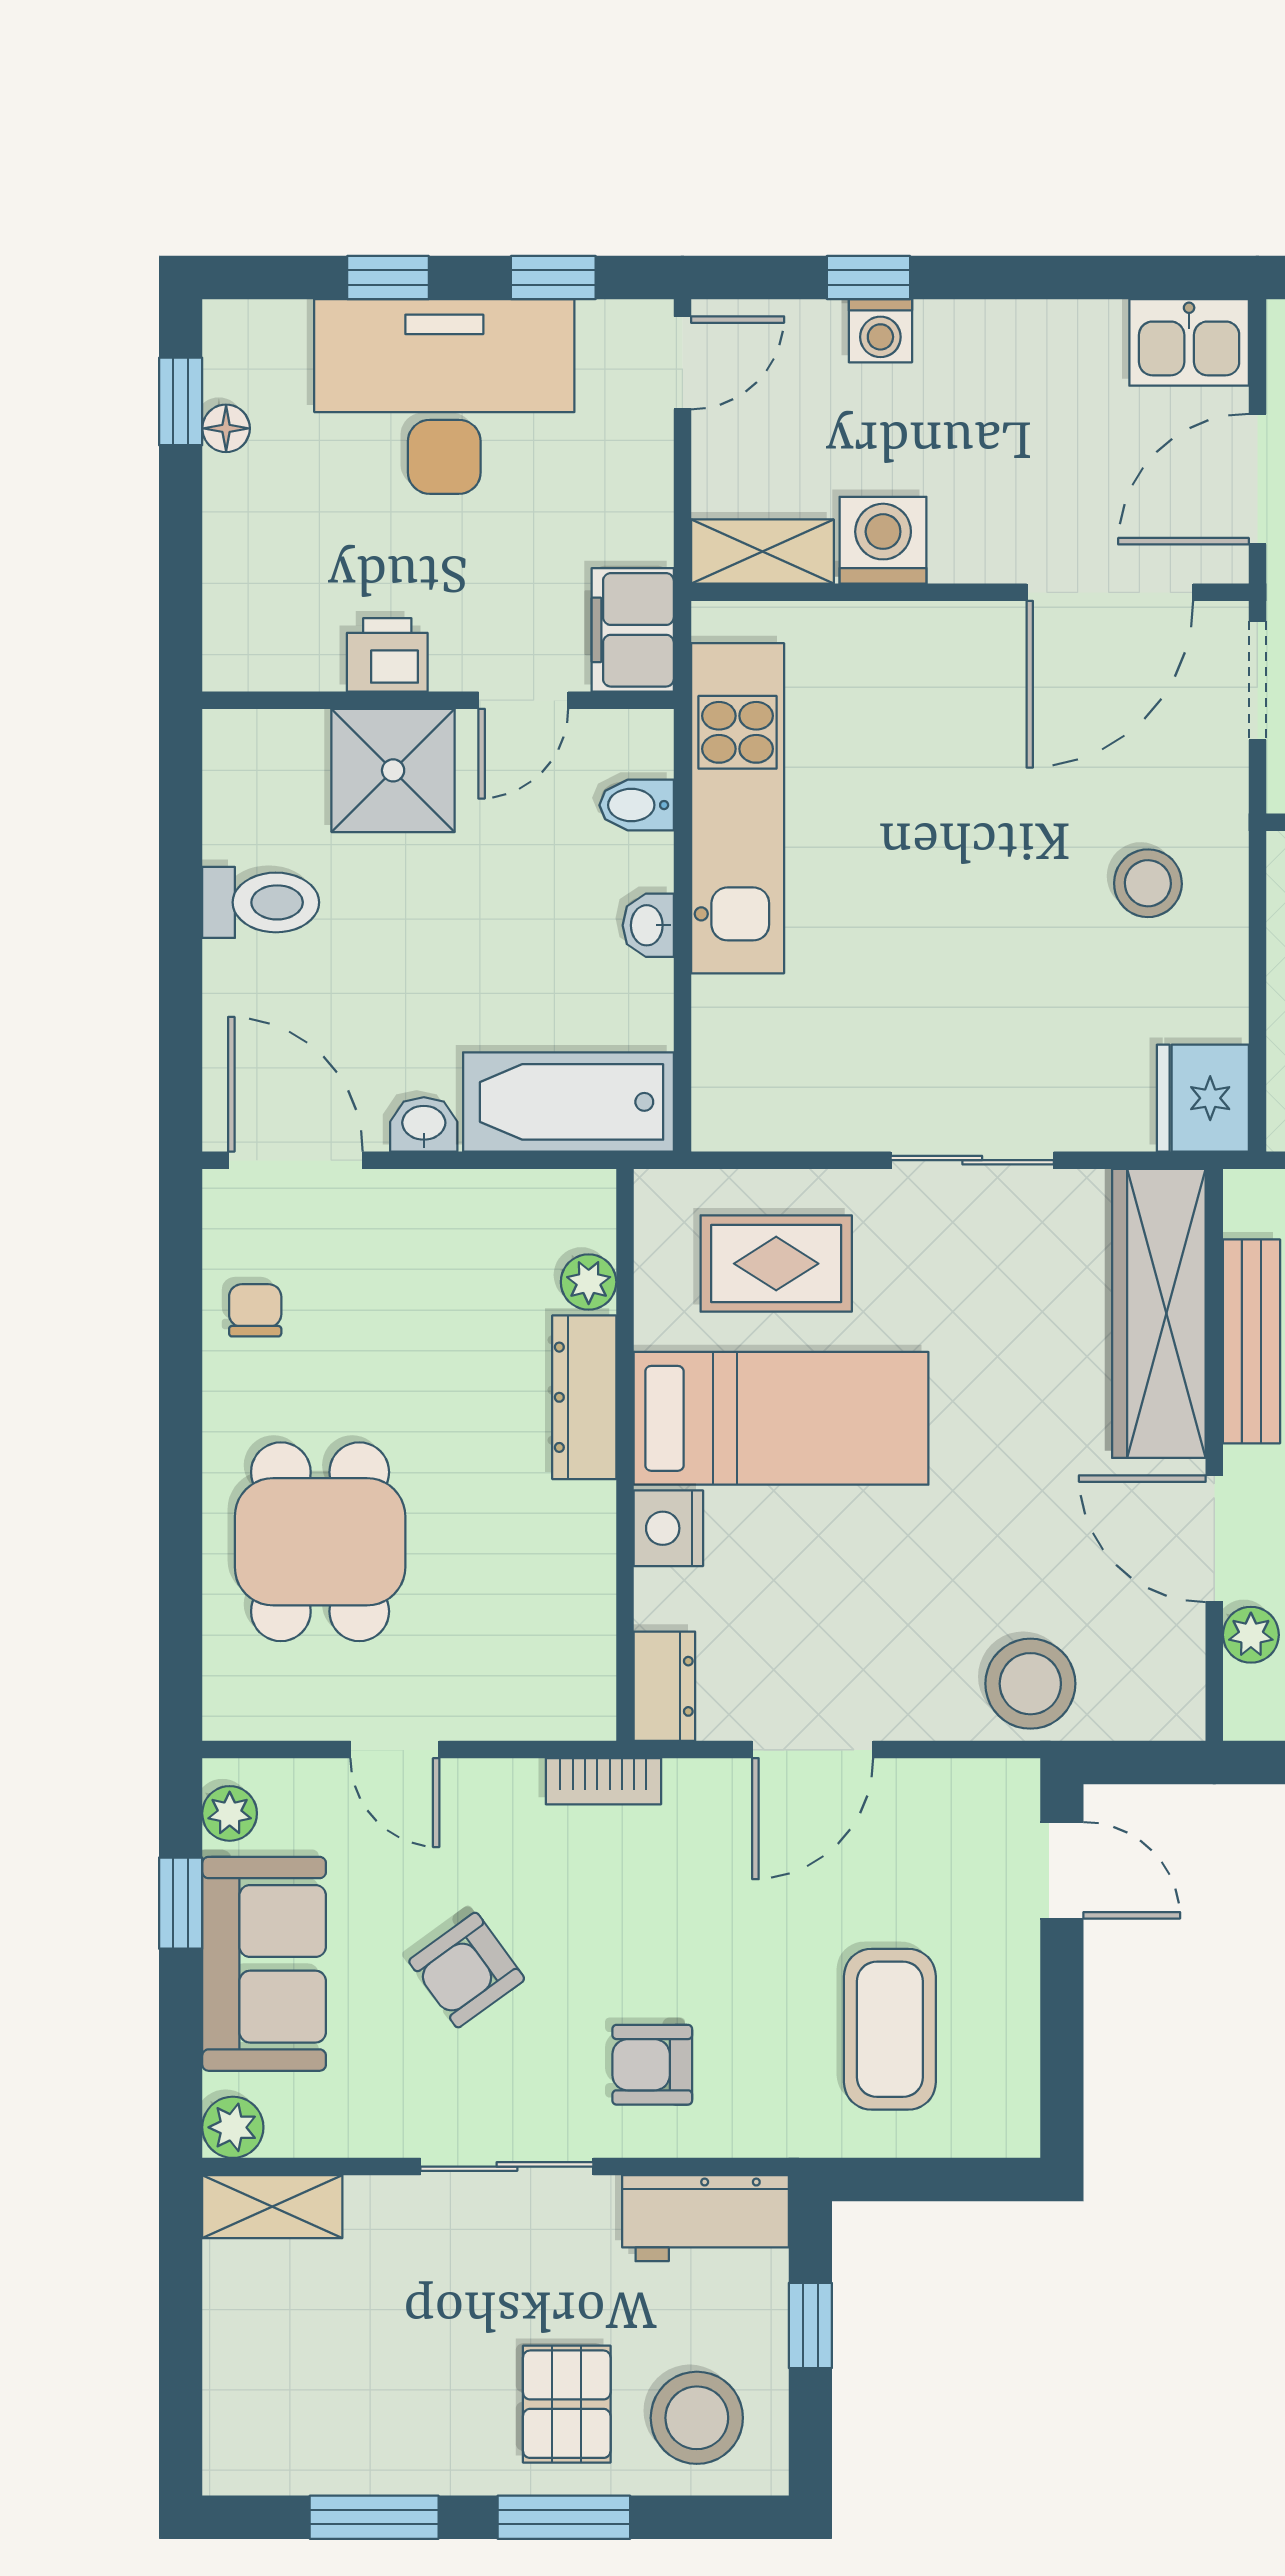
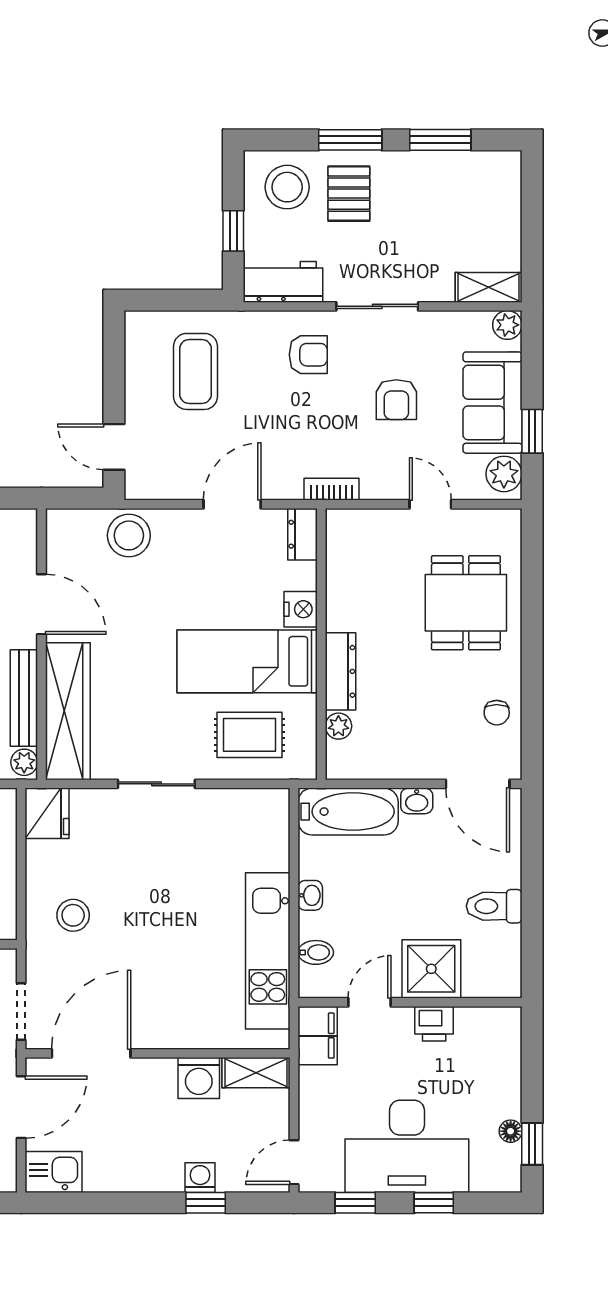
plant: (1251, 1635) -> (24, 762), moved
plant: (230, 1813) -> (504, 474), width x1.38, depth x1.38
armchair: (467, 1970) -> (396, 400), turned 126

